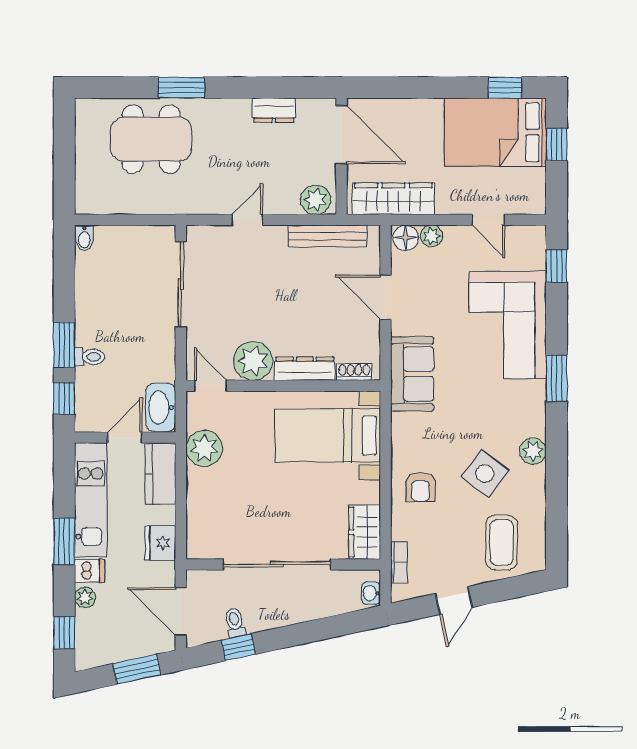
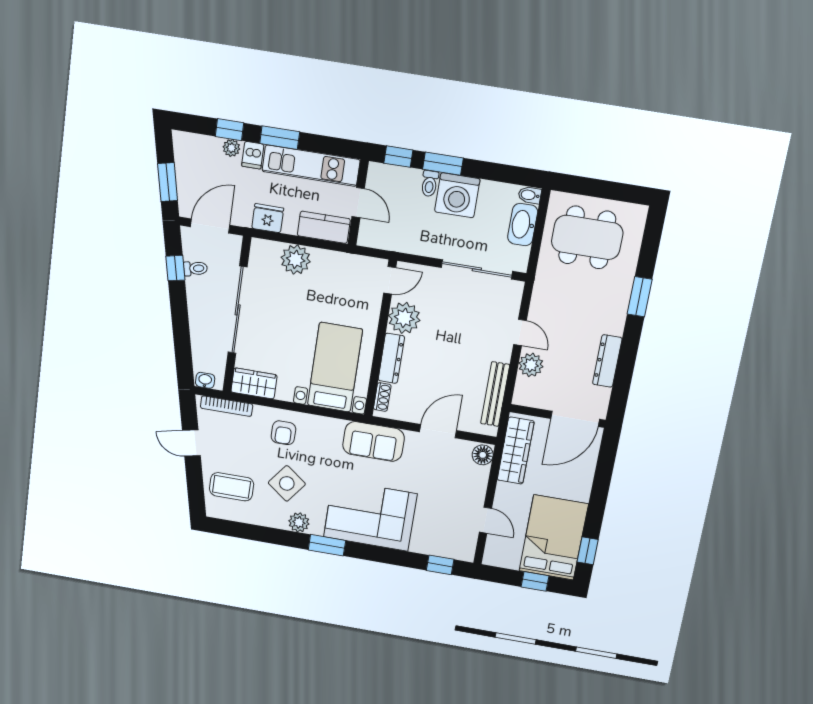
dresser: (274, 110) -> (607, 361), width x1.44
dining table: (151, 139) -> (587, 237), moved, turned 90
plant: (316, 200) -> (531, 365), moved
door: (488, 220) -> (485, 520), swing flipped
plant: (432, 236) -> (481, 475), removed
washing machine: (98, 322) -> (457, 195), added
corner sofa: (508, 325) -> (370, 515), moved
window: (557, 378) -> (327, 545), moved
washbasin: (161, 408) -> (523, 225), moved, turned -90
plant: (204, 448) -> (296, 259), moved
armchair: (421, 487) -> (283, 433), turned -90
bookcase: (399, 562) -> (227, 406), width x1.56
window: (64, 633) -> (229, 130), moved

